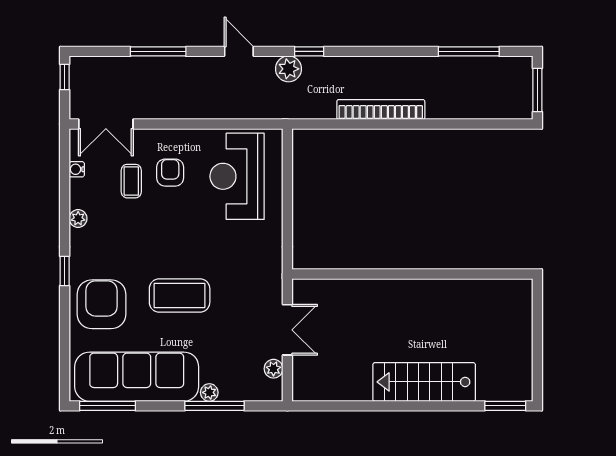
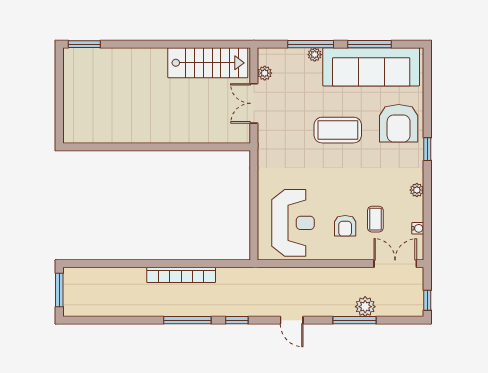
window: (469, 51) -> (187, 320), moved
plant: (289, 69) -> (365, 307), moved
stairs: (424, 382) -> (208, 63), moved
window: (108, 406) -> (370, 44), moved

